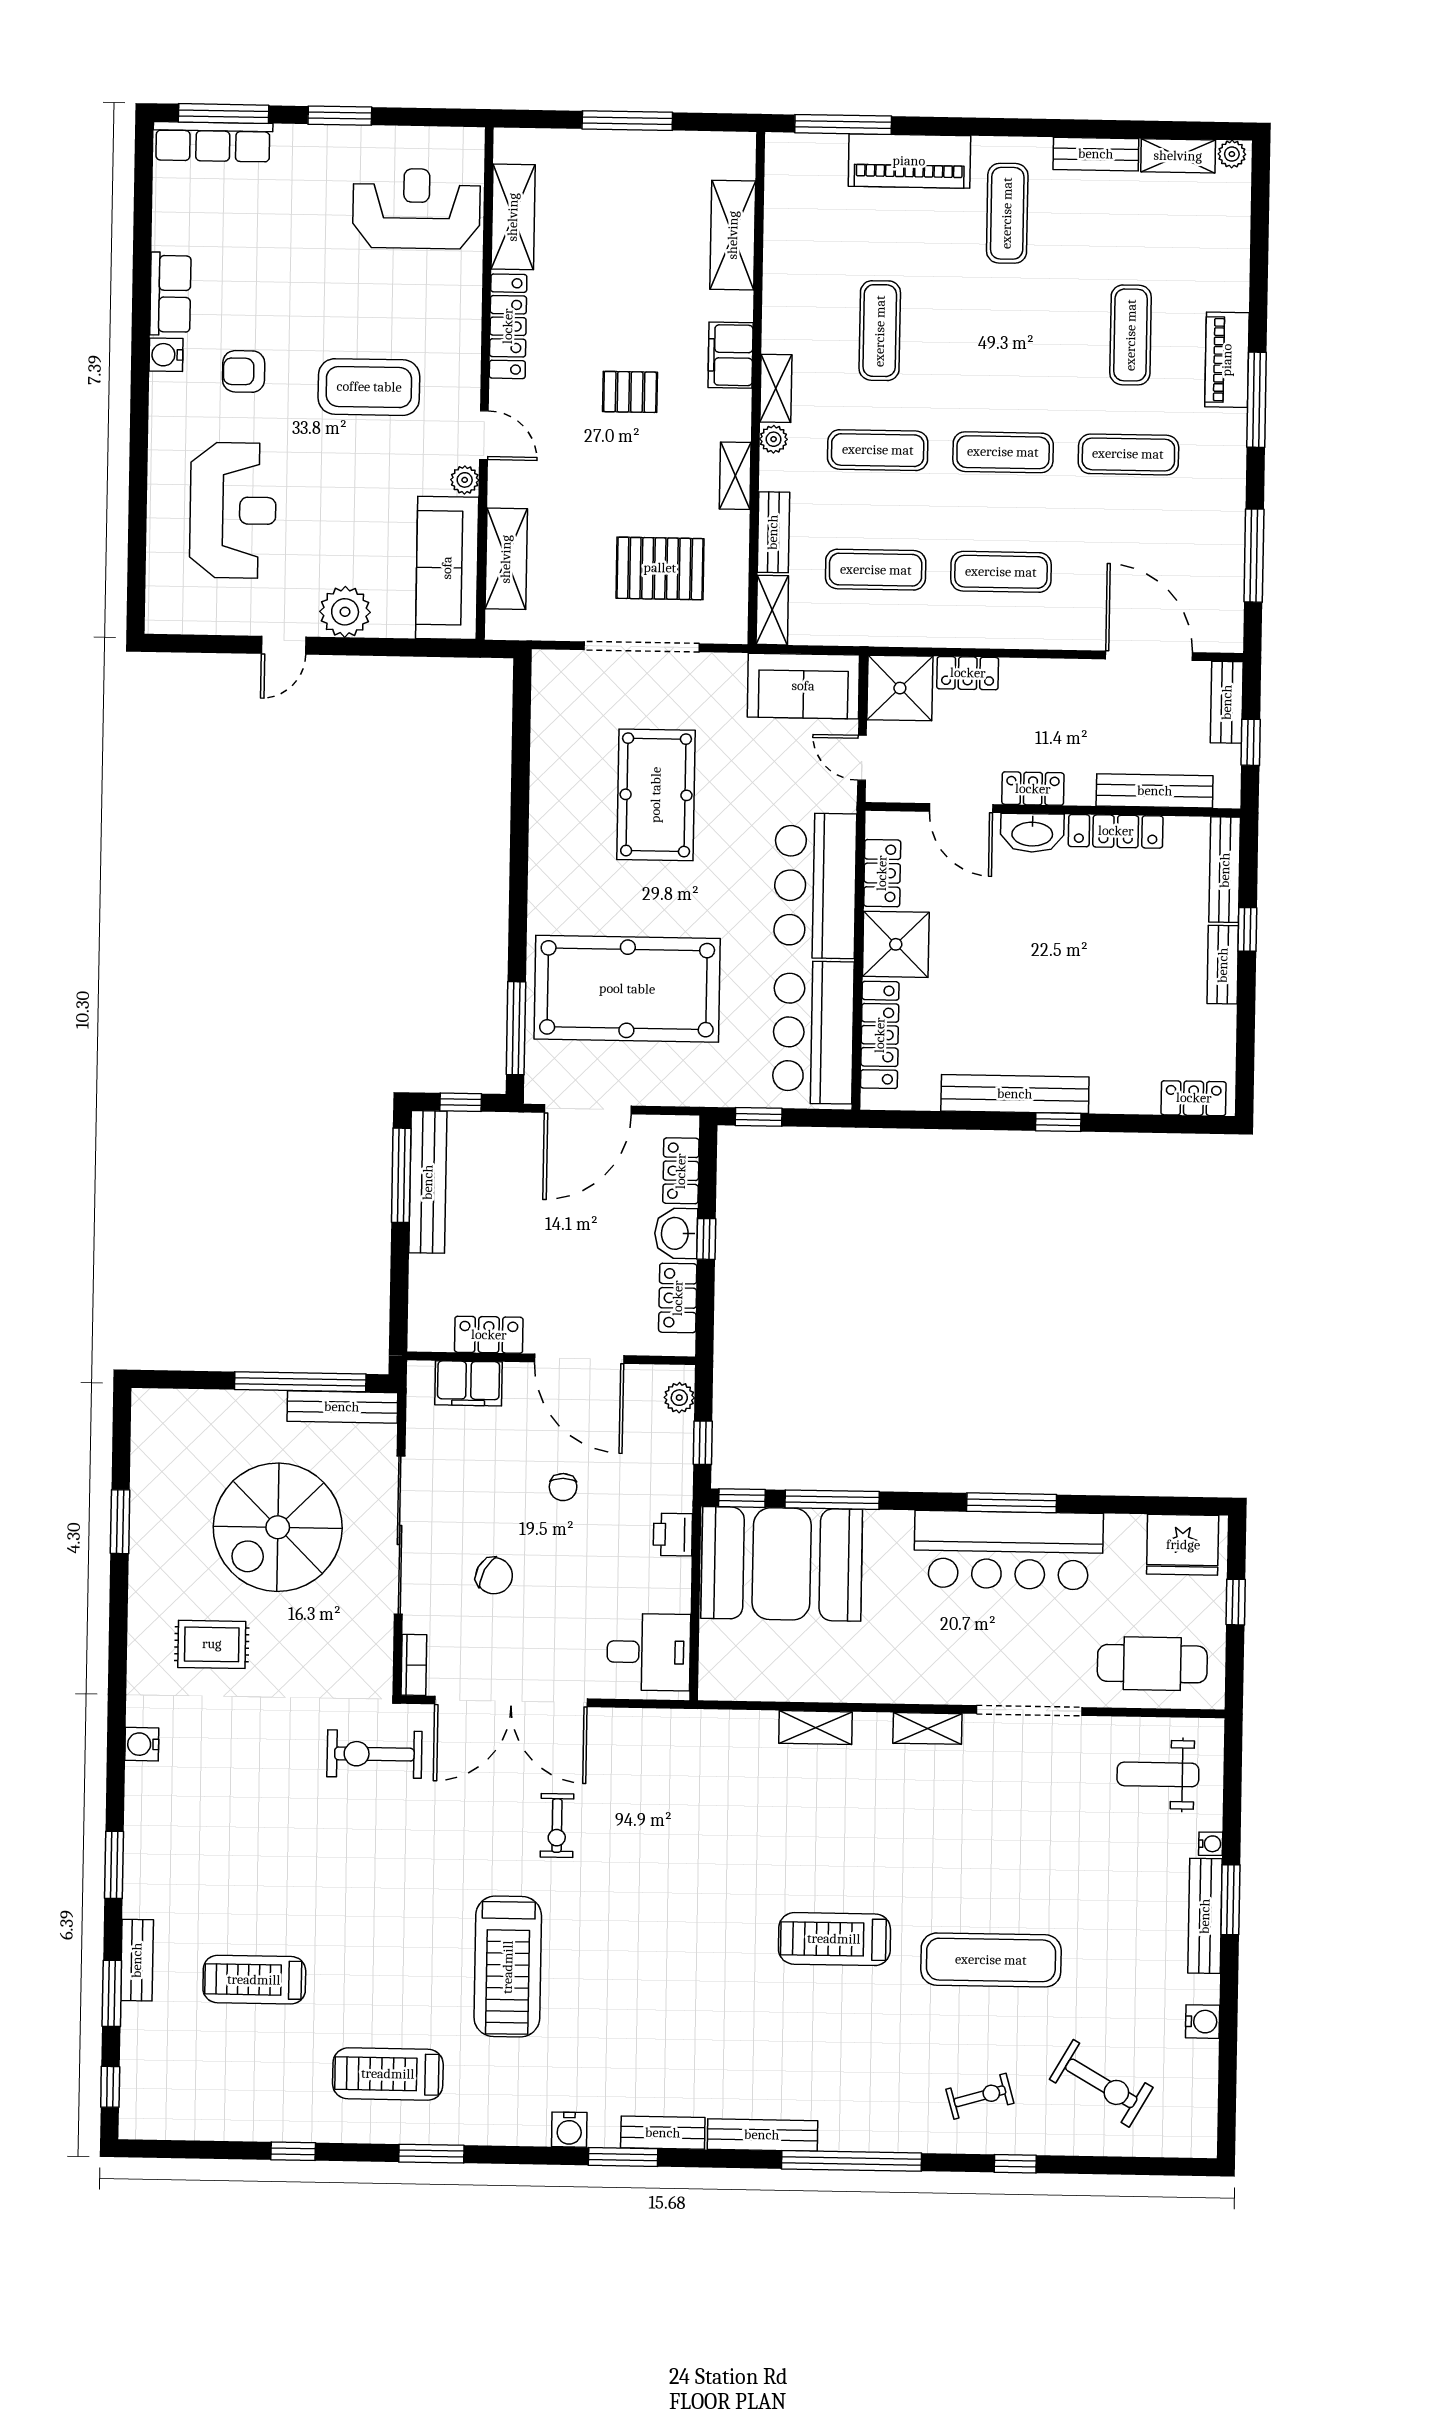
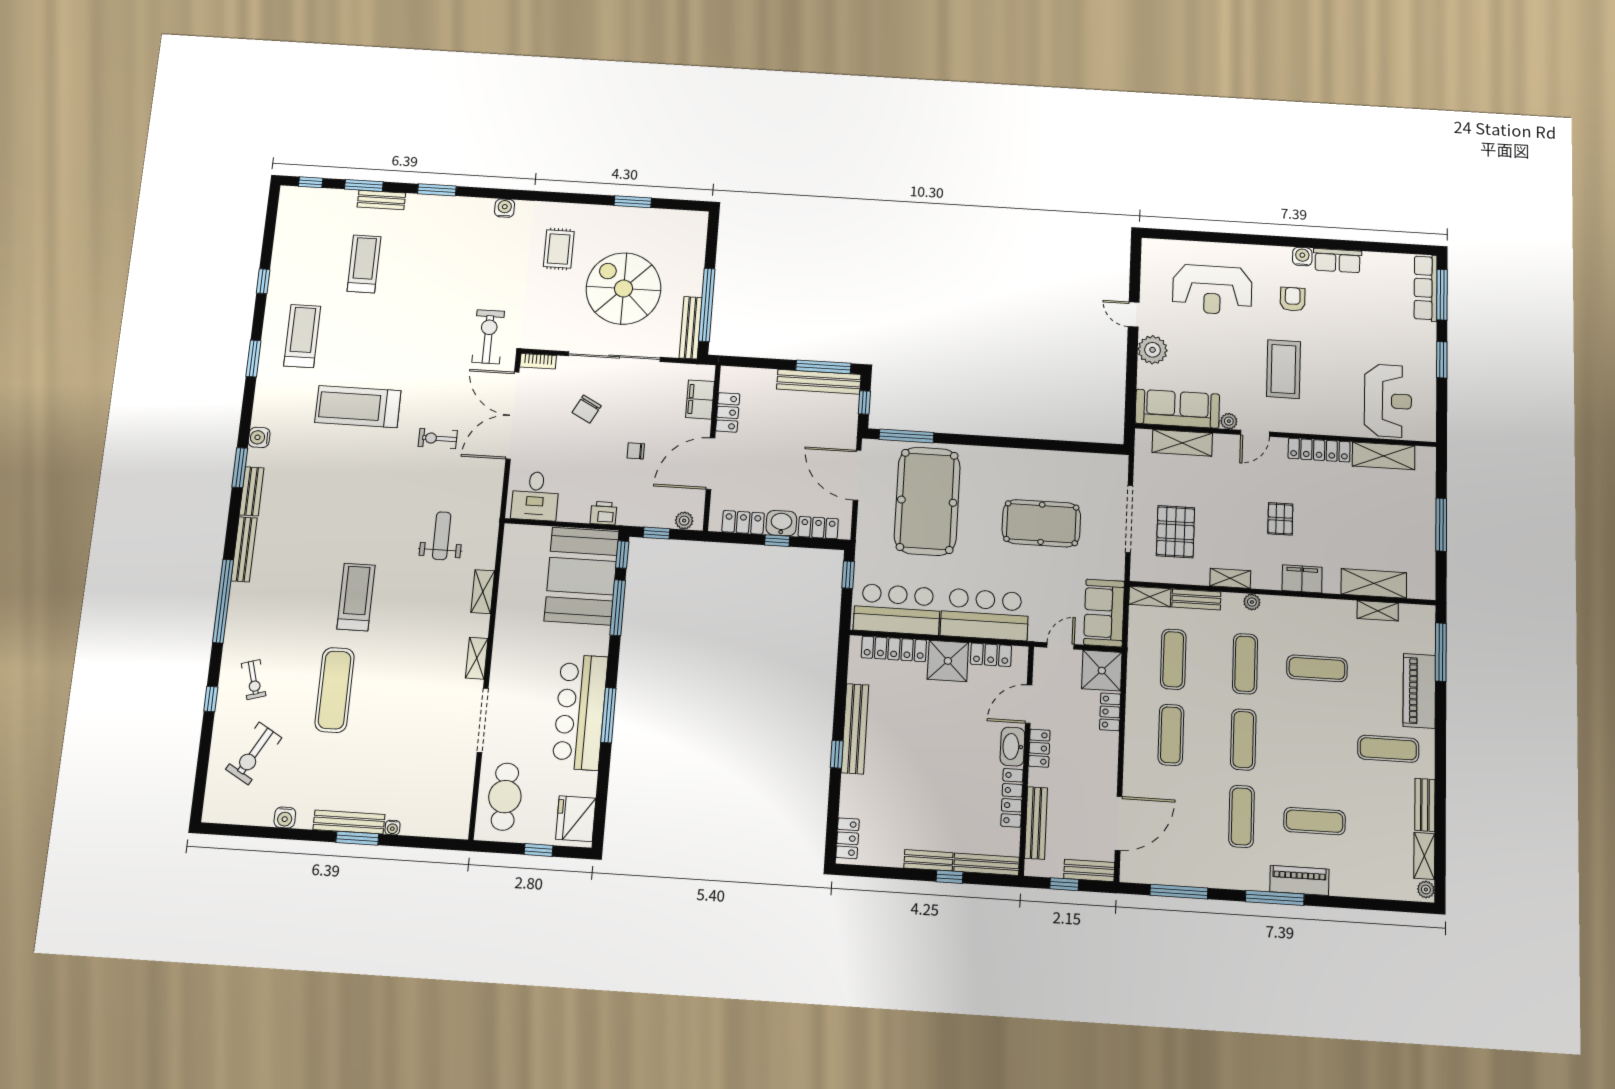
shelving: (776, 388) -> (1378, 611), moved
weight bench: (1158, 1774) -> (442, 536), moved

